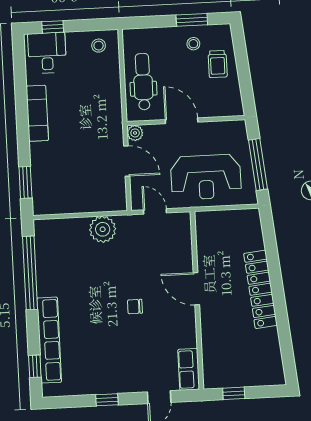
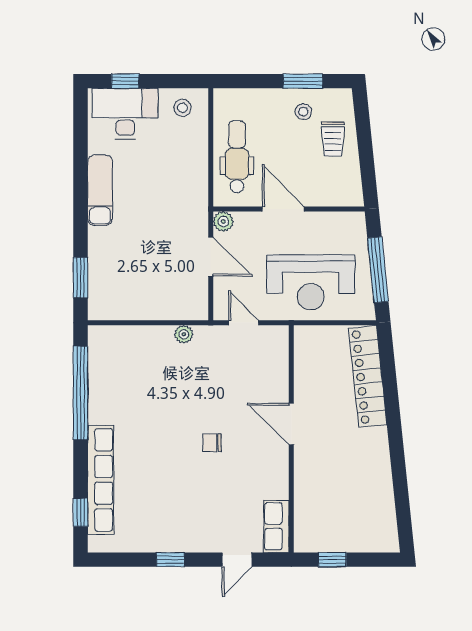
desk: (47, 53) -> (125, 114), width x1.37
plant: (103, 229) -> (184, 334), width x0.53, depth x0.53
locker: (261, 289) -> (368, 376), moved

